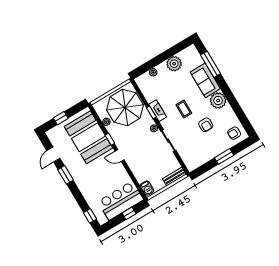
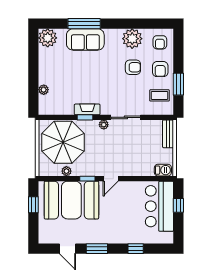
plant: (174, 64) -> (48, 38), moved
window: (211, 64) -> (84, 24), moved
plant: (218, 101) -> (132, 39), moved
coffee table: (184, 109) -> (160, 95), moved
window: (61, 118) -> (33, 205), moved
armchair: (216, 144) -> (160, 69), added
window: (224, 156) -> (178, 84), moved
window: (90, 216) -> (136, 249), moved

